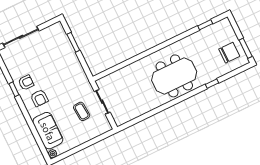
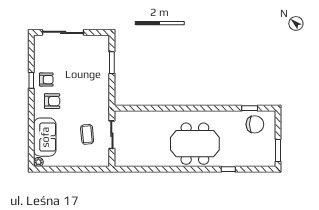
chair: (229, 53) -> (255, 124), moved
armchair: (39, 98) -> (52, 101), turned -90

